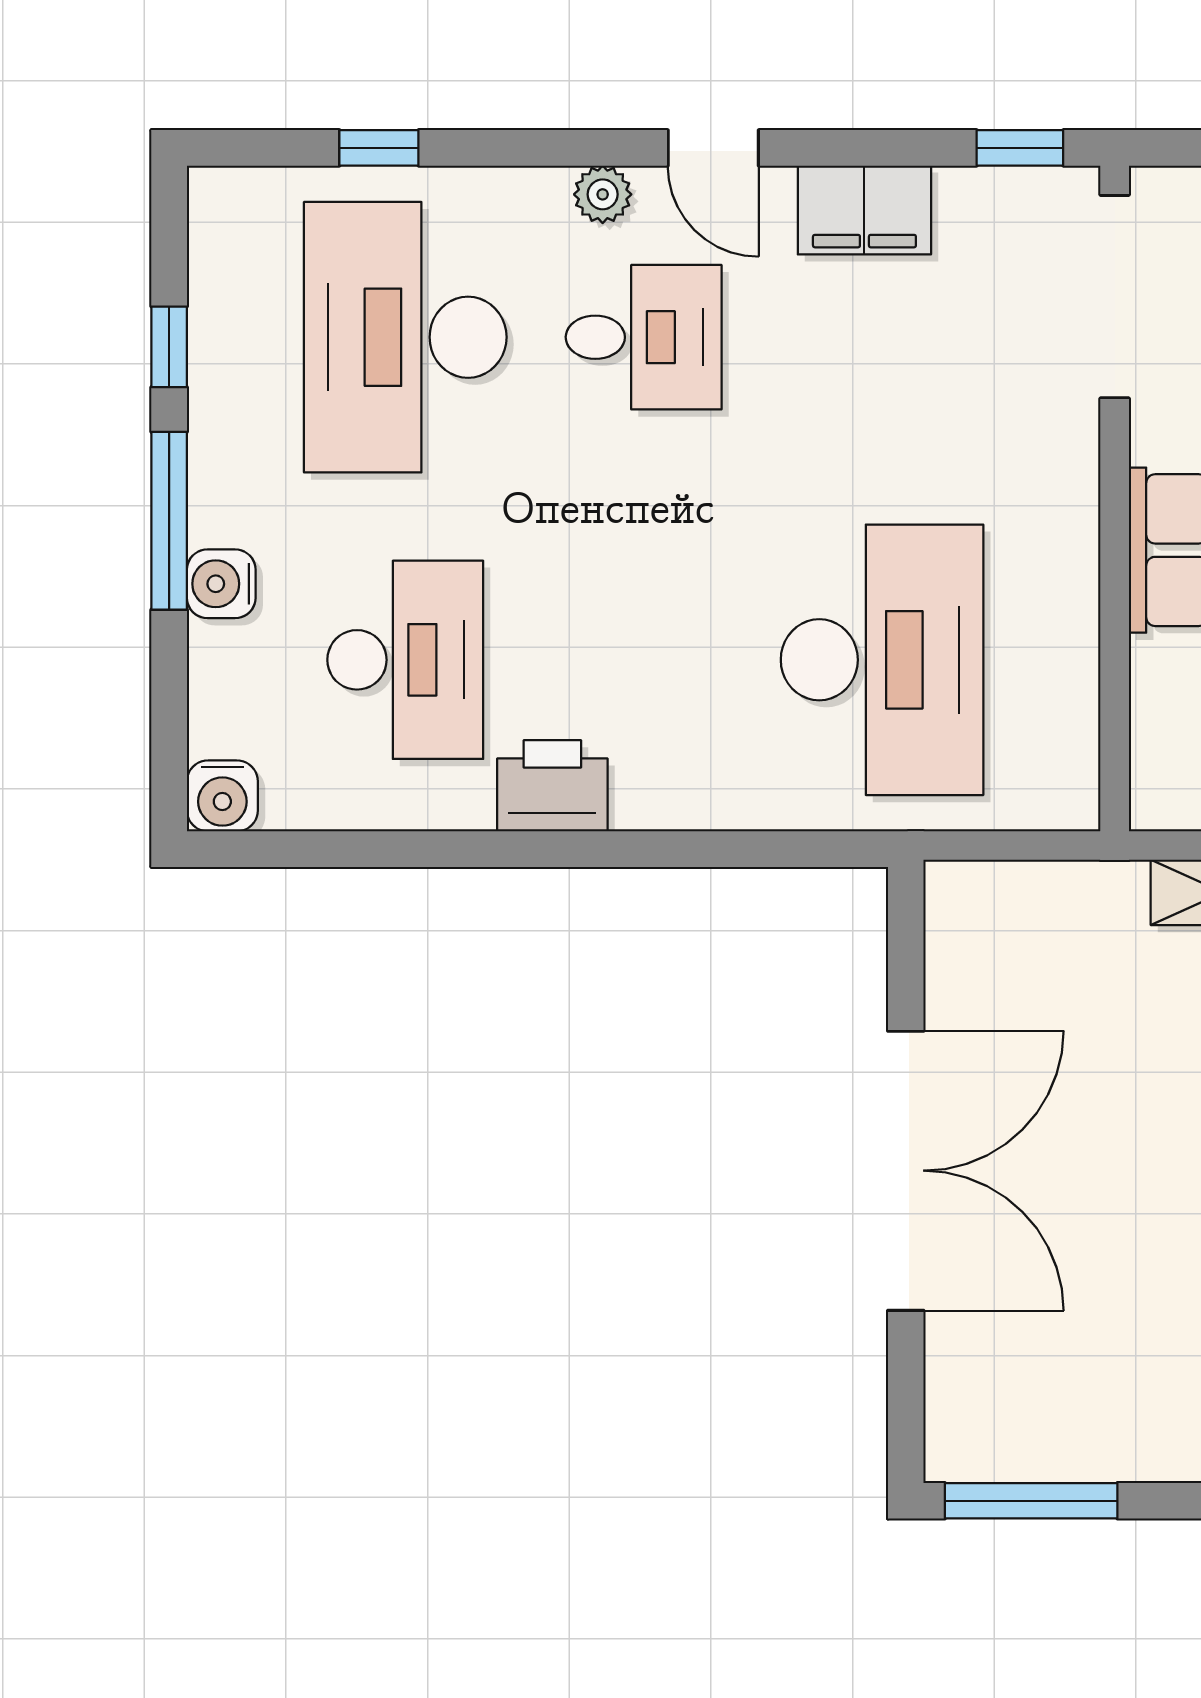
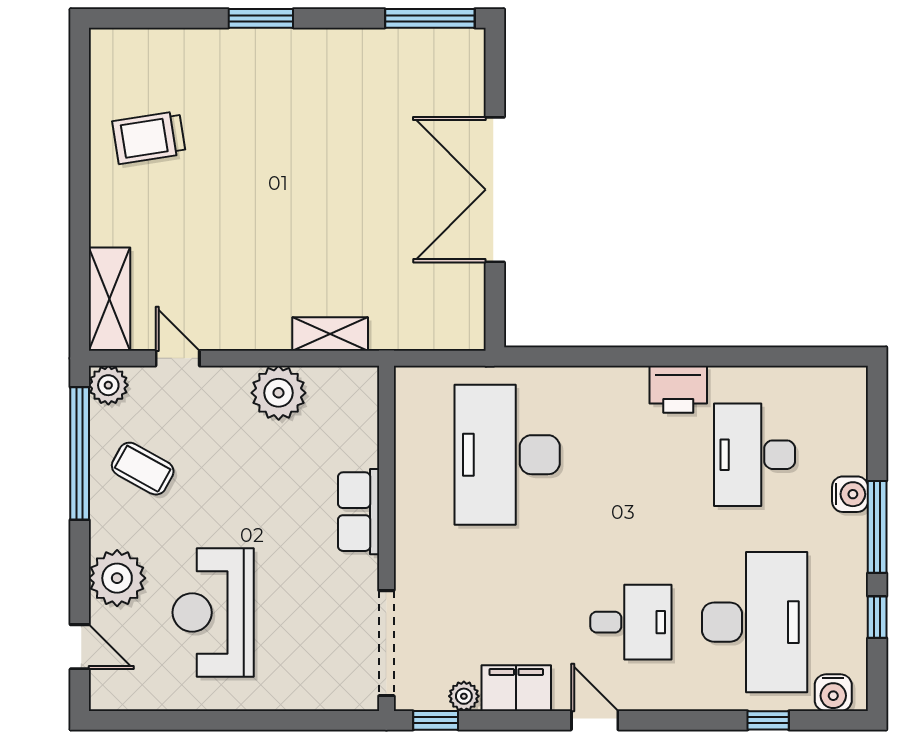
plant: (603, 194) -> (464, 696), moved
desk: (644, 337) -> (631, 622), turned 180
water cooler: (222, 796) -> (833, 693), moved, turned 180

